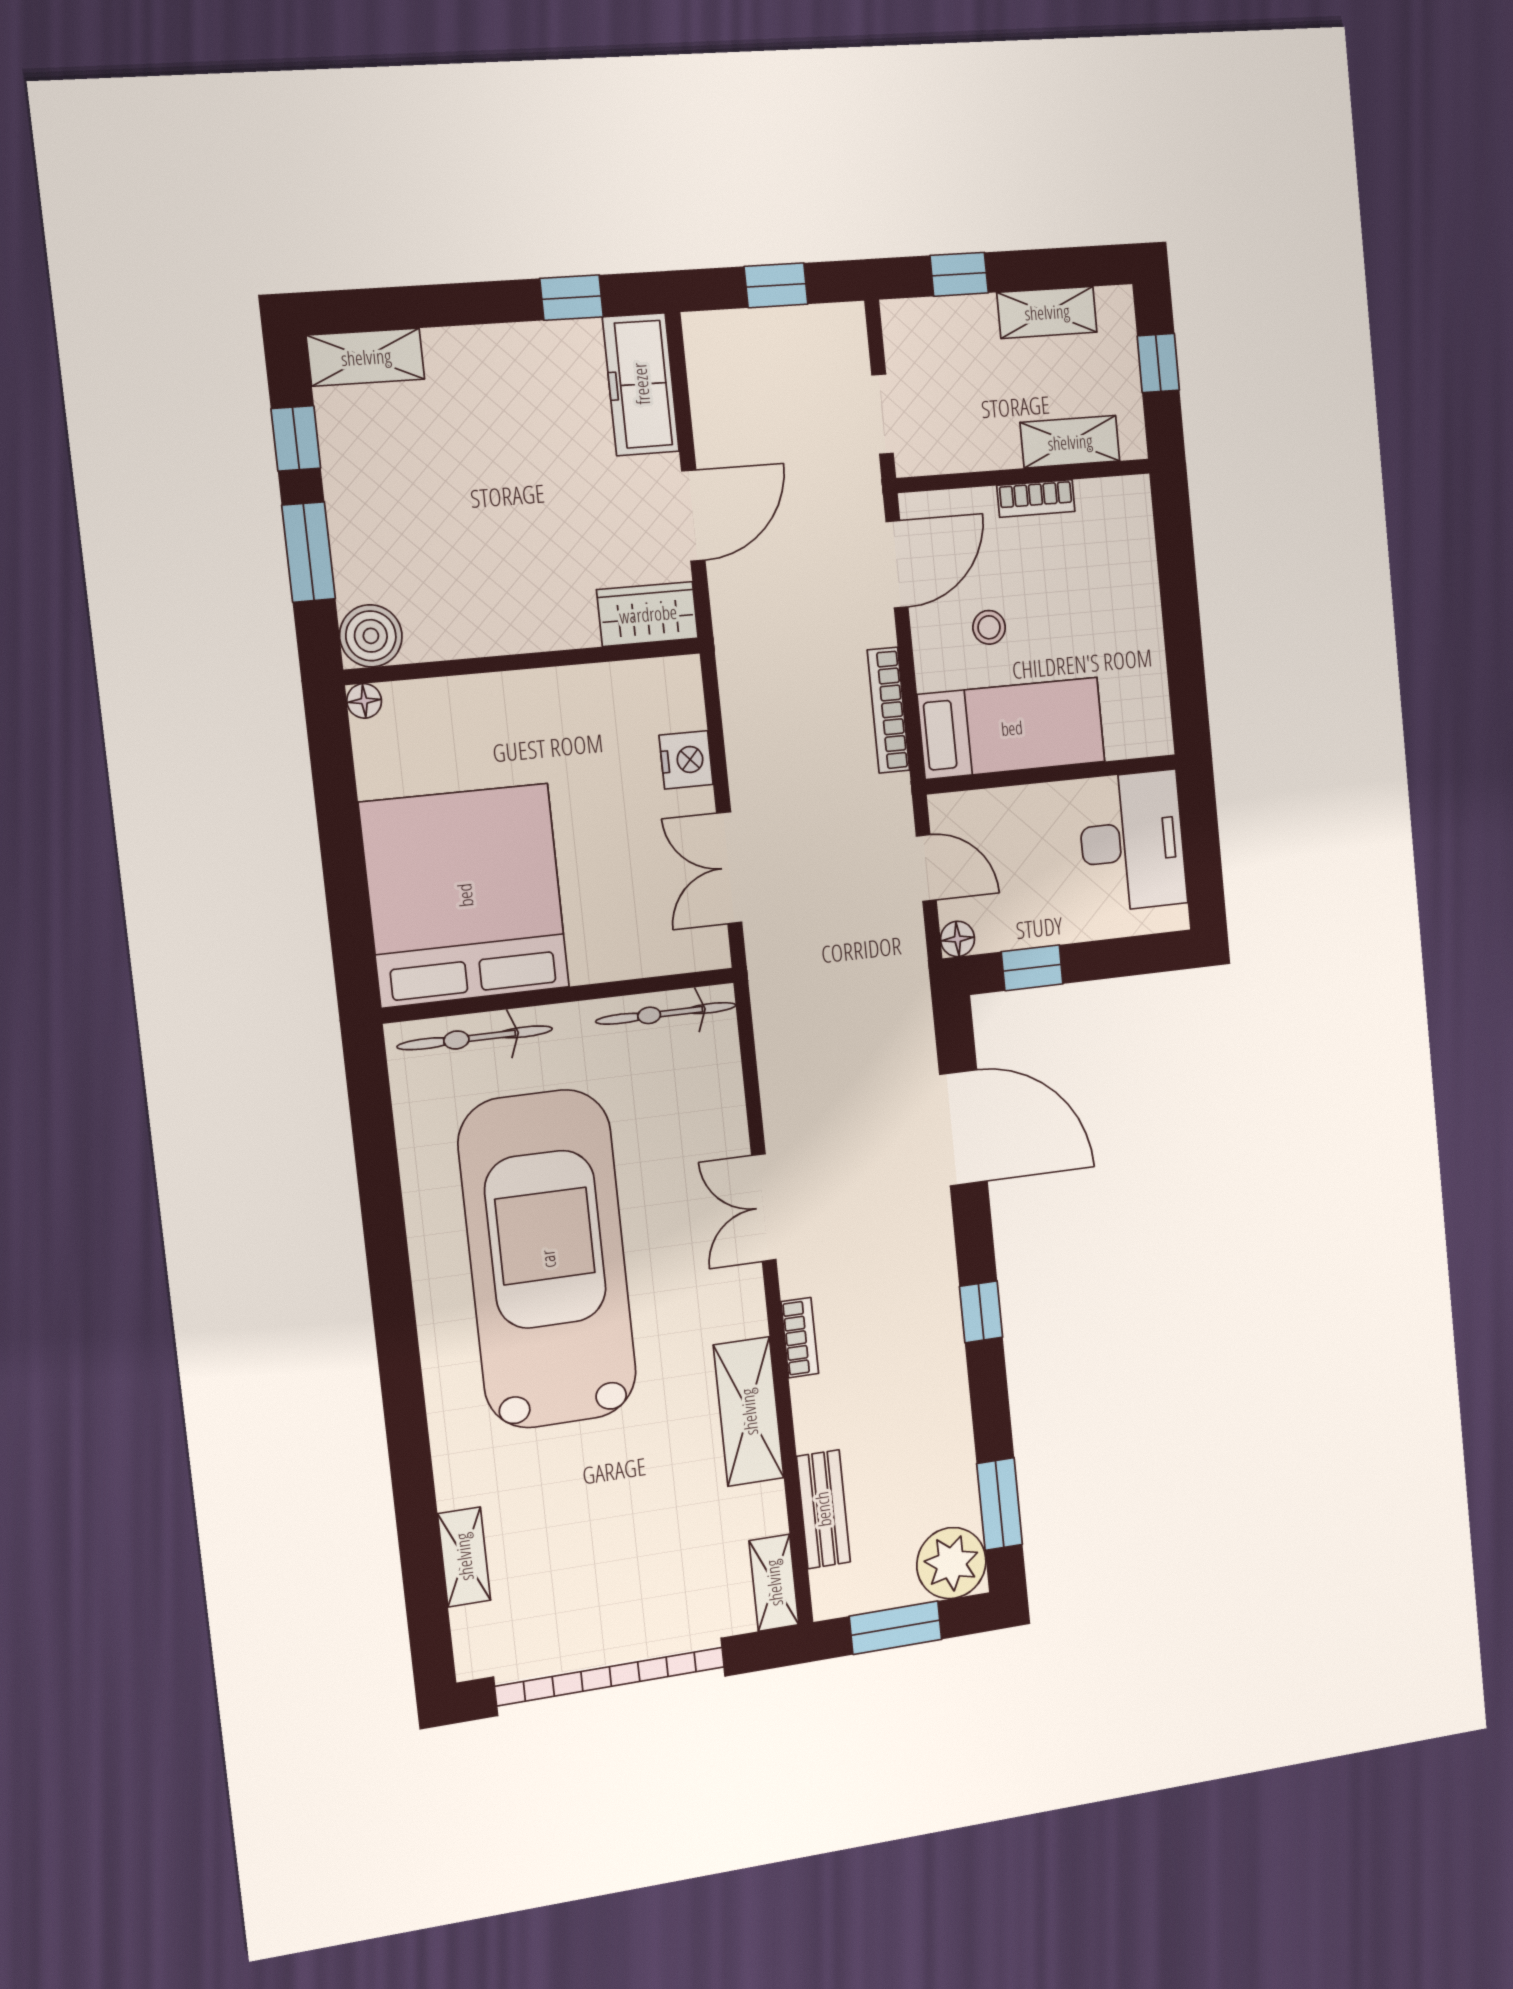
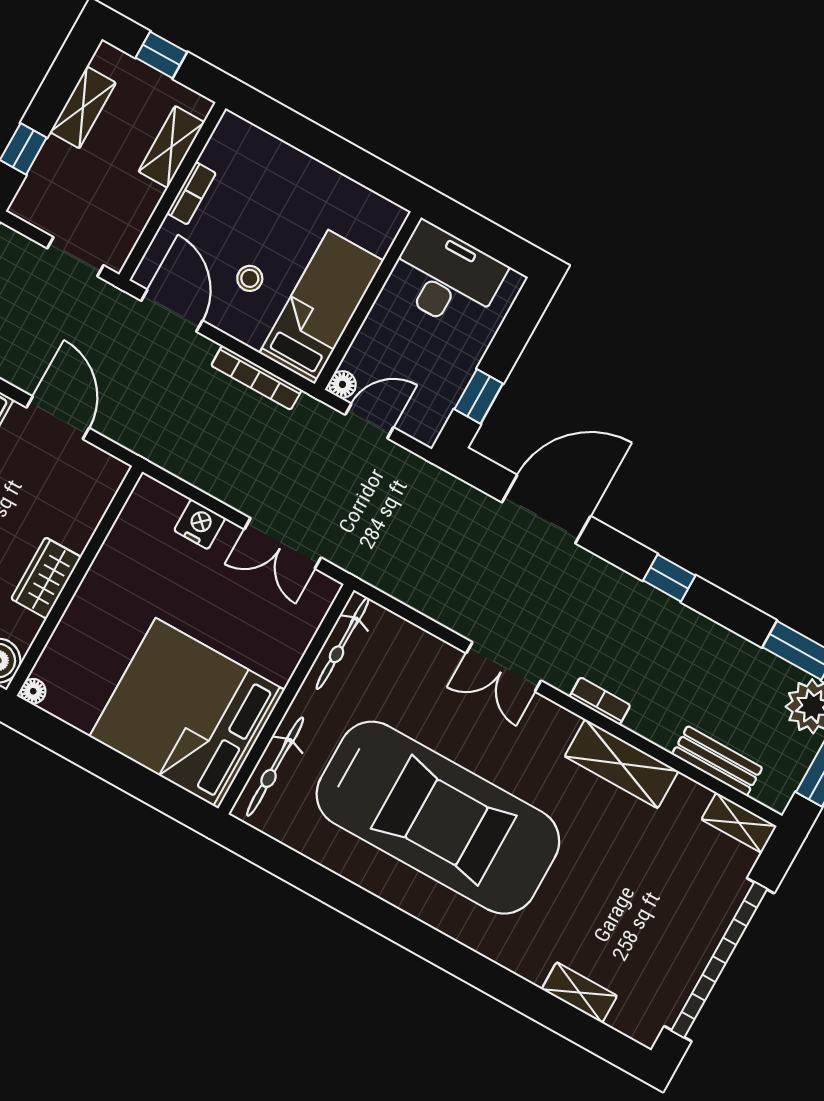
wardrobe: (648, 614) -> (46, 578), moved
floor lamp: (958, 939) -> (342, 384), moved
car: (548, 1259) -> (438, 818), turned 180

